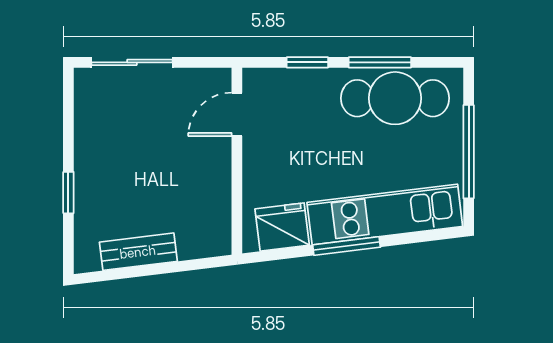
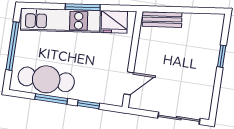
bench: (138, 252) -> (162, 20), moved

